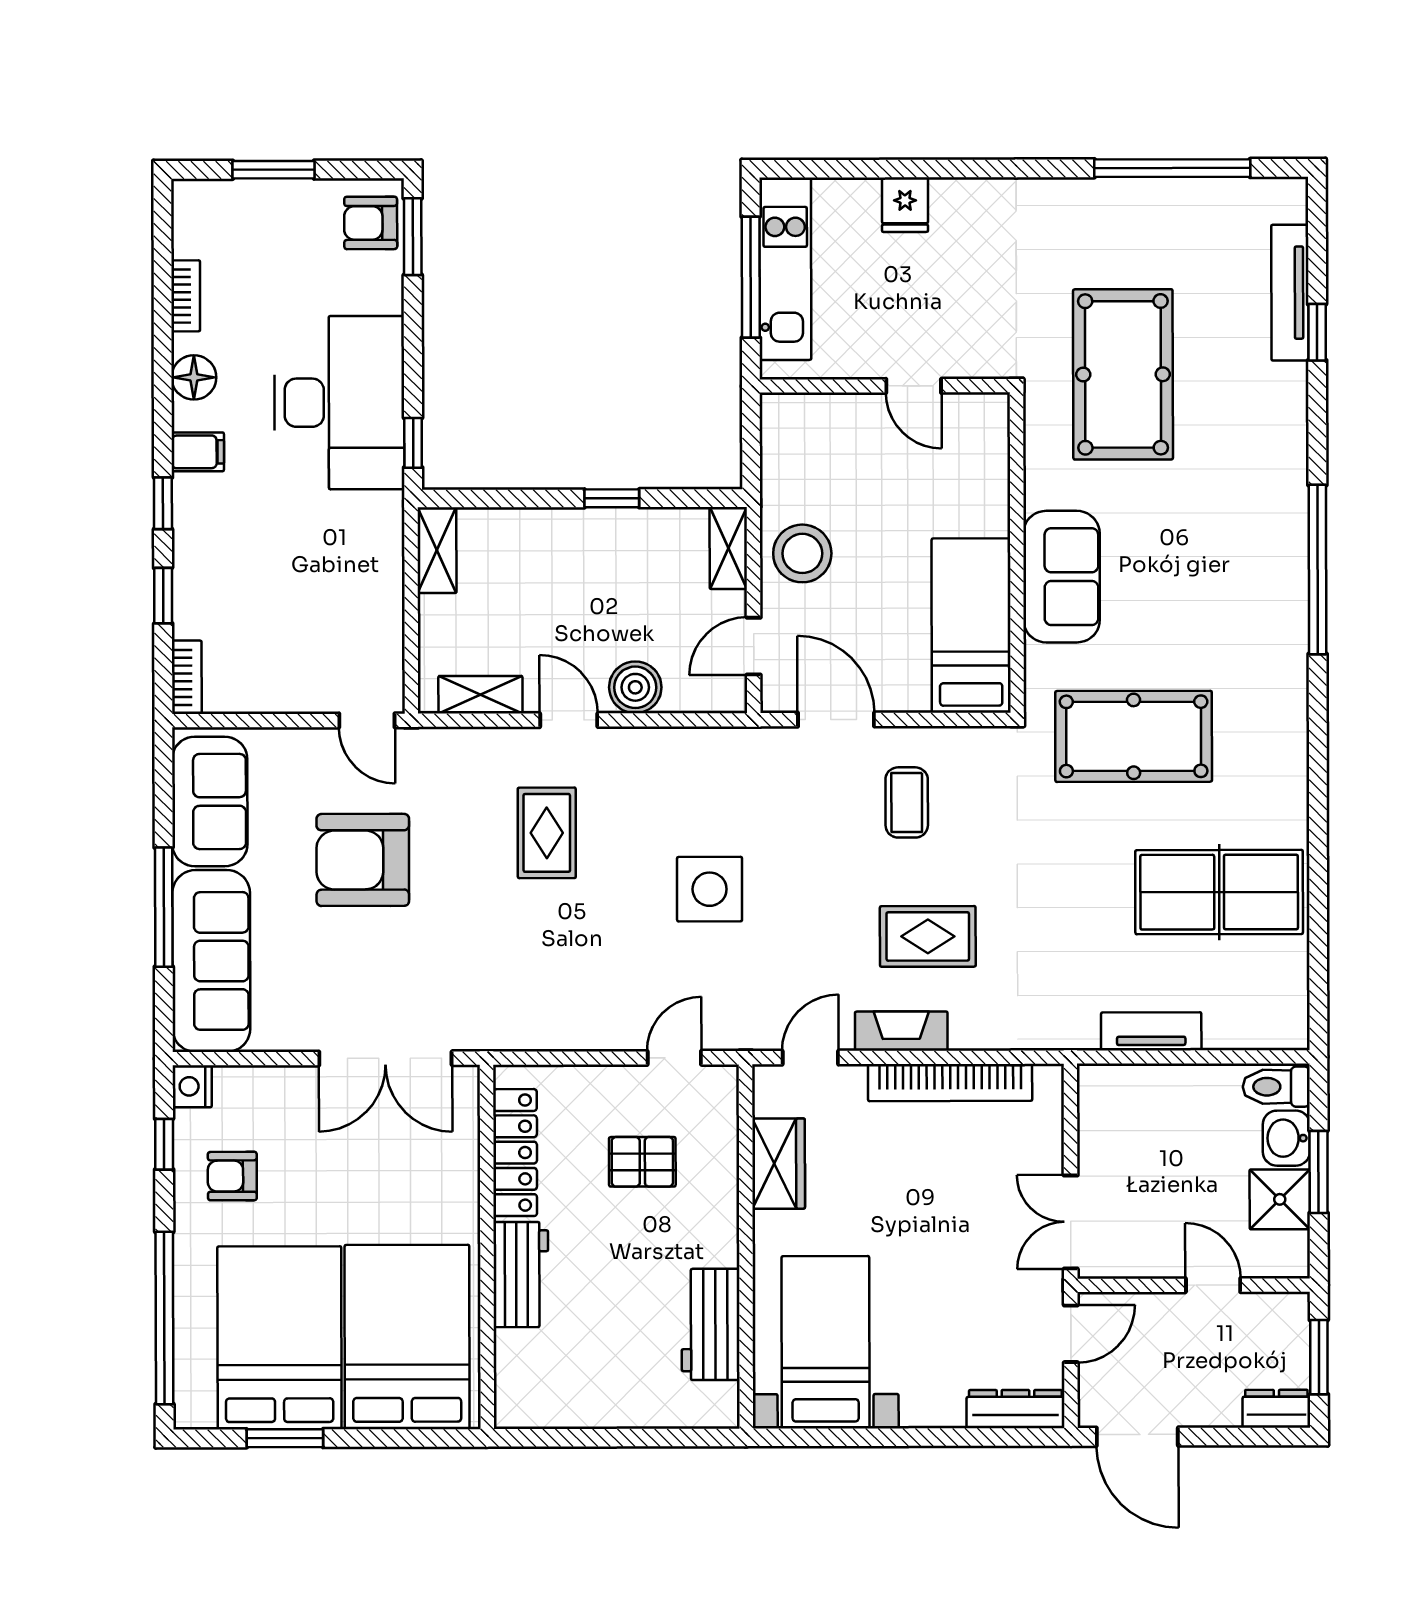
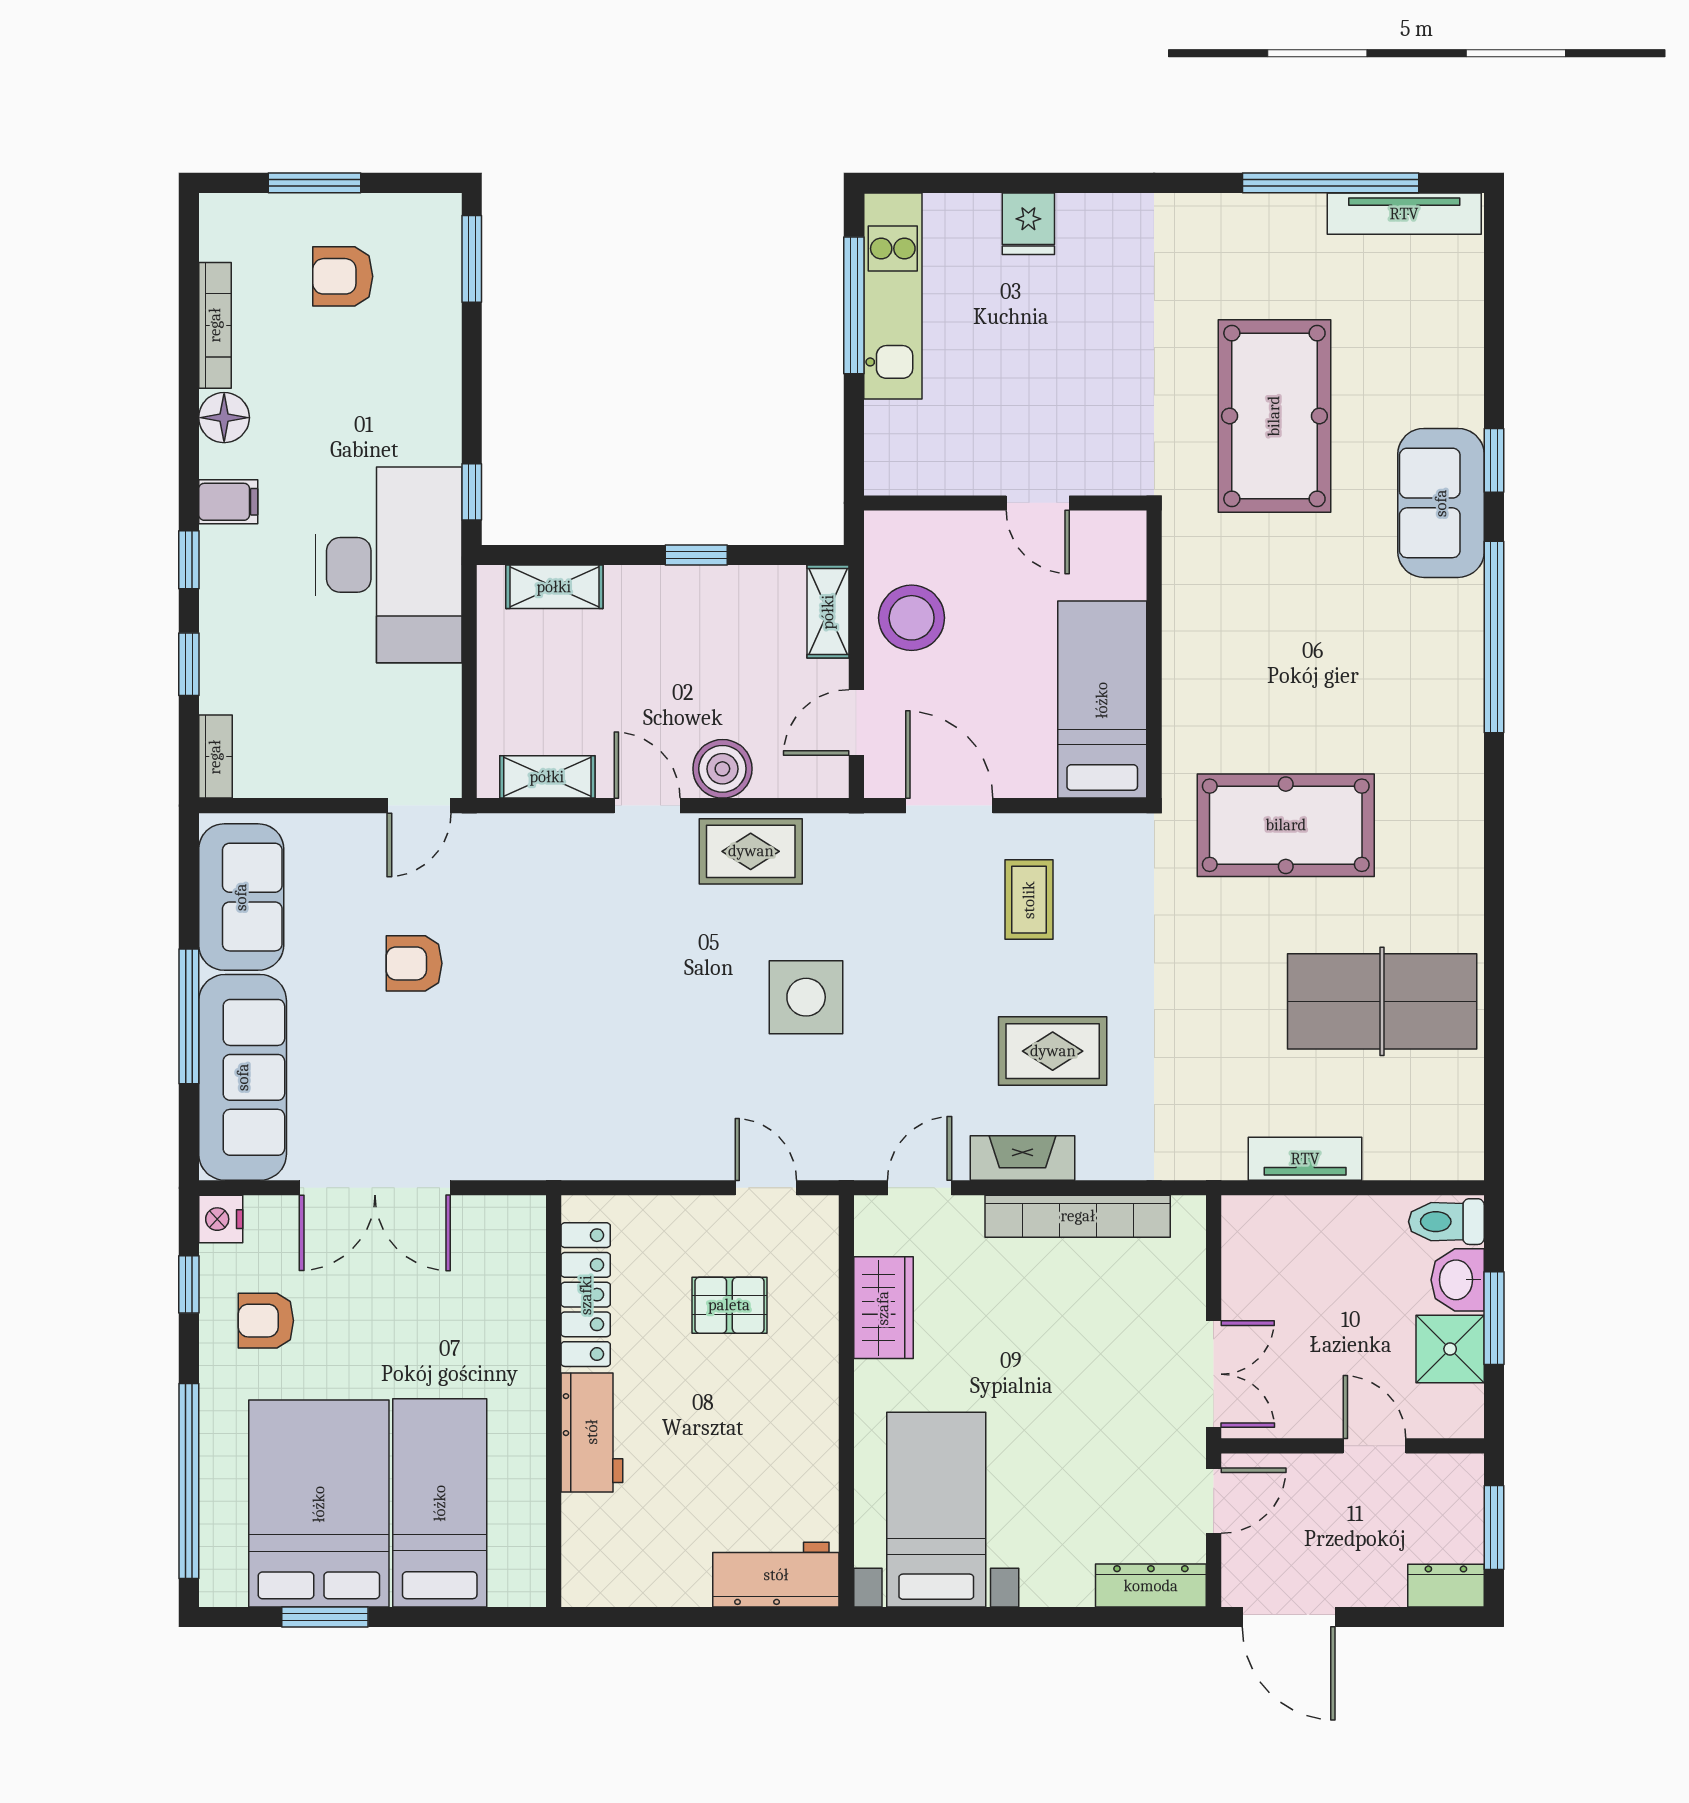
armchair: (371, 223) -> (343, 276), moved
tv unit: (1290, 293) -> (1404, 214), moved, turned -90
bookcase: (186, 296) -> (215, 325), width x1.56
window: (1317, 332) -> (1494, 460), moved
wall: (885, 386) -> (1005, 503), moved
door: (914, 386) -> (1038, 503), moved
desk: (339, 403) -> (388, 565), moved
shelving: (437, 550) -> (554, 587), moved, turned 90
sofa: (1062, 577) -> (1441, 503), moved, turned 180
door: (367, 720) -> (419, 806), hinge flipped
rug: (547, 833) -> (751, 851), moved, turned 90
armchair: (363, 860) -> (414, 963), width x0.53, depth x0.53
double door: (385, 1058) -> (375, 1188), moved
door: (674, 1058) -> (766, 1188), hinge flipped
double door: (1071, 1222) -> (1214, 1374), swing flipped
workbench: (711, 1324) -> (776, 1575), moved, turned 90
bed: (407, 1337) -> (440, 1503), width x0.67

